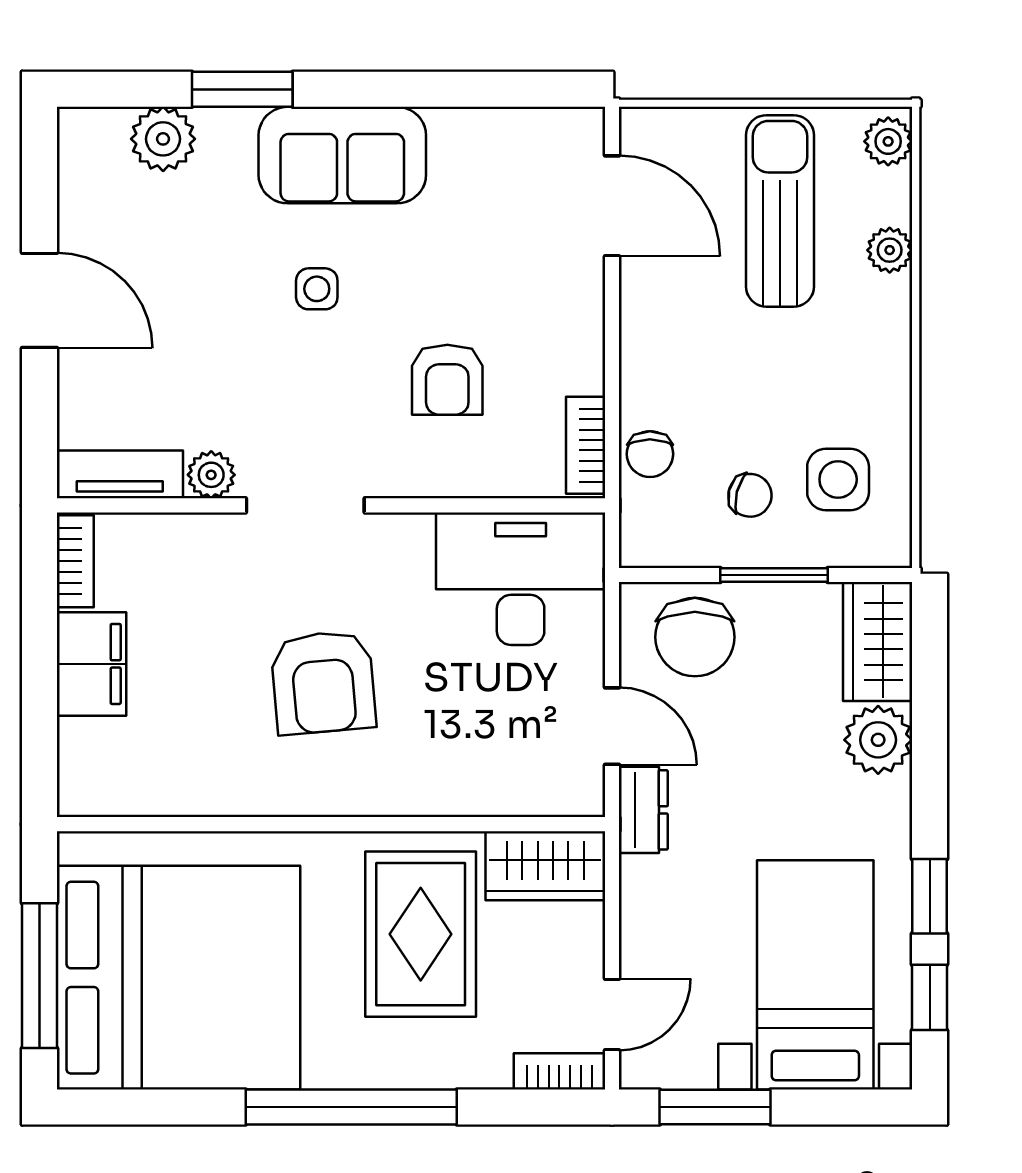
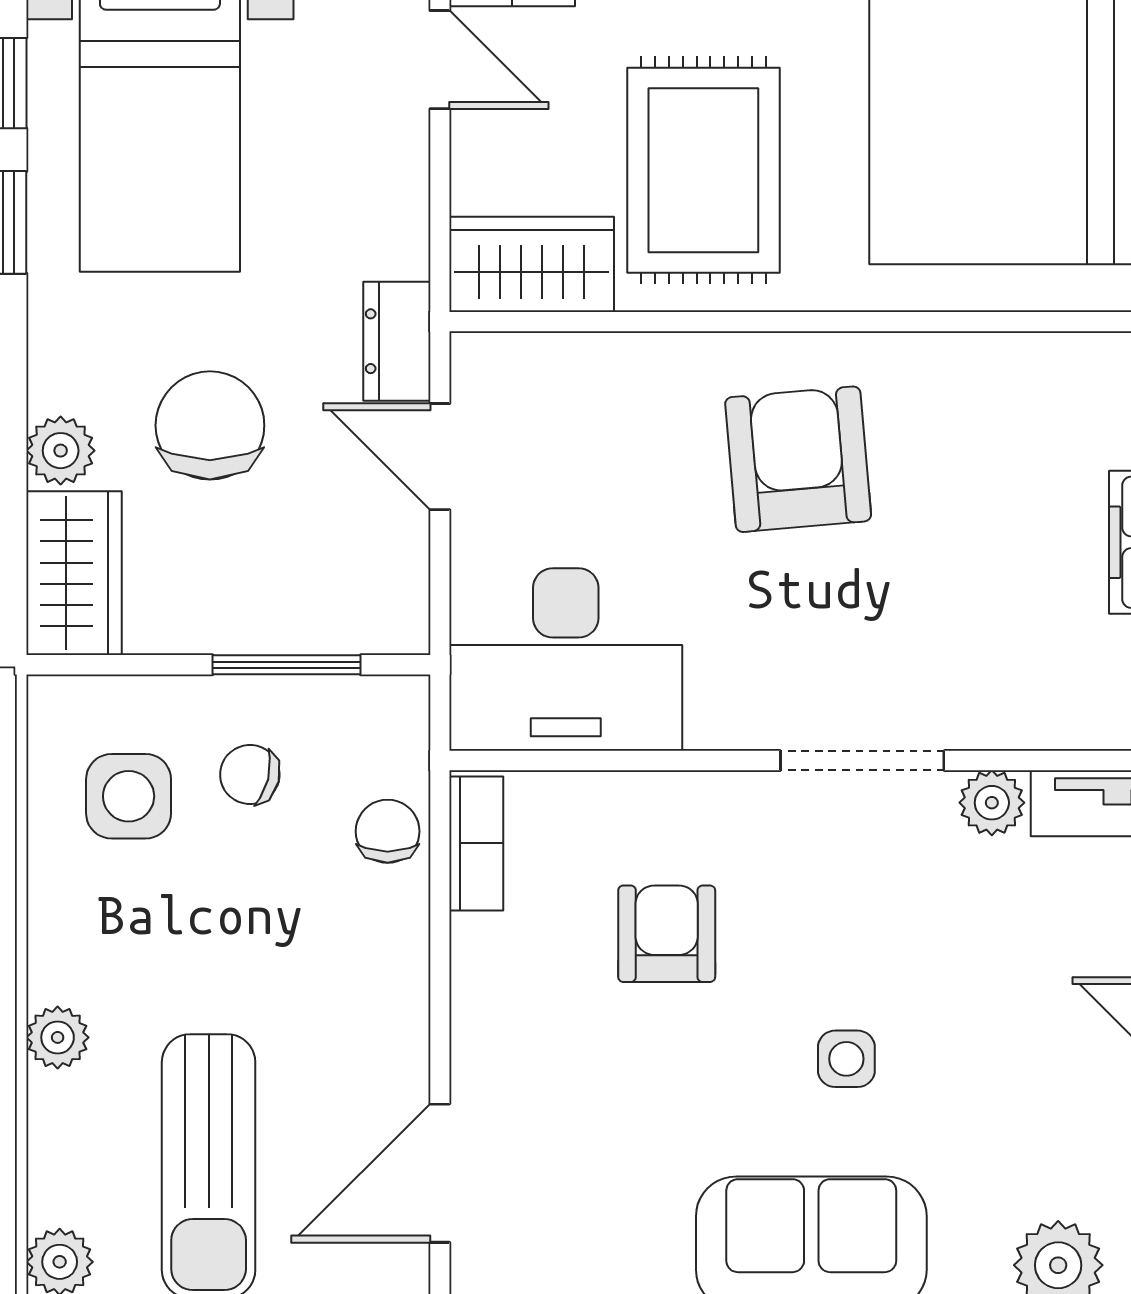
door: (612, 206) -> (440, 1173), hinge flipped
plant: (890, 250) -> (58, 1037), moved
window: (774, 575) -> (287, 665), moved
chair: (695, 637) -> (210, 425), moved
armchair: (323, 682) -> (798, 459), moved
plant: (878, 740) -> (61, 451), width x0.73, depth x0.73
door: (612, 1014) -> (440, 60), swing flipped

